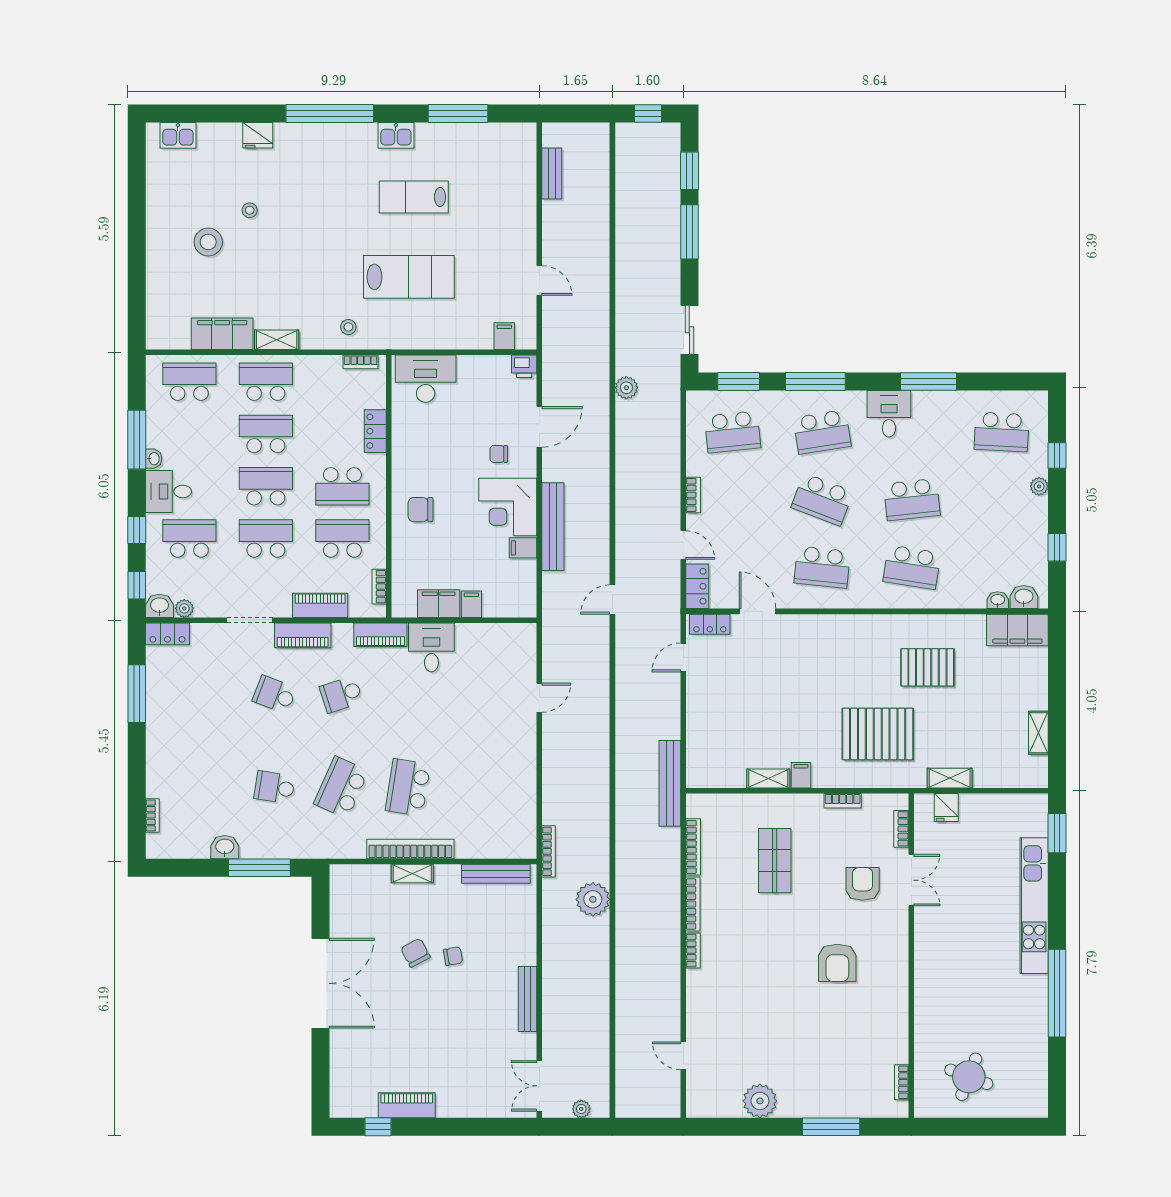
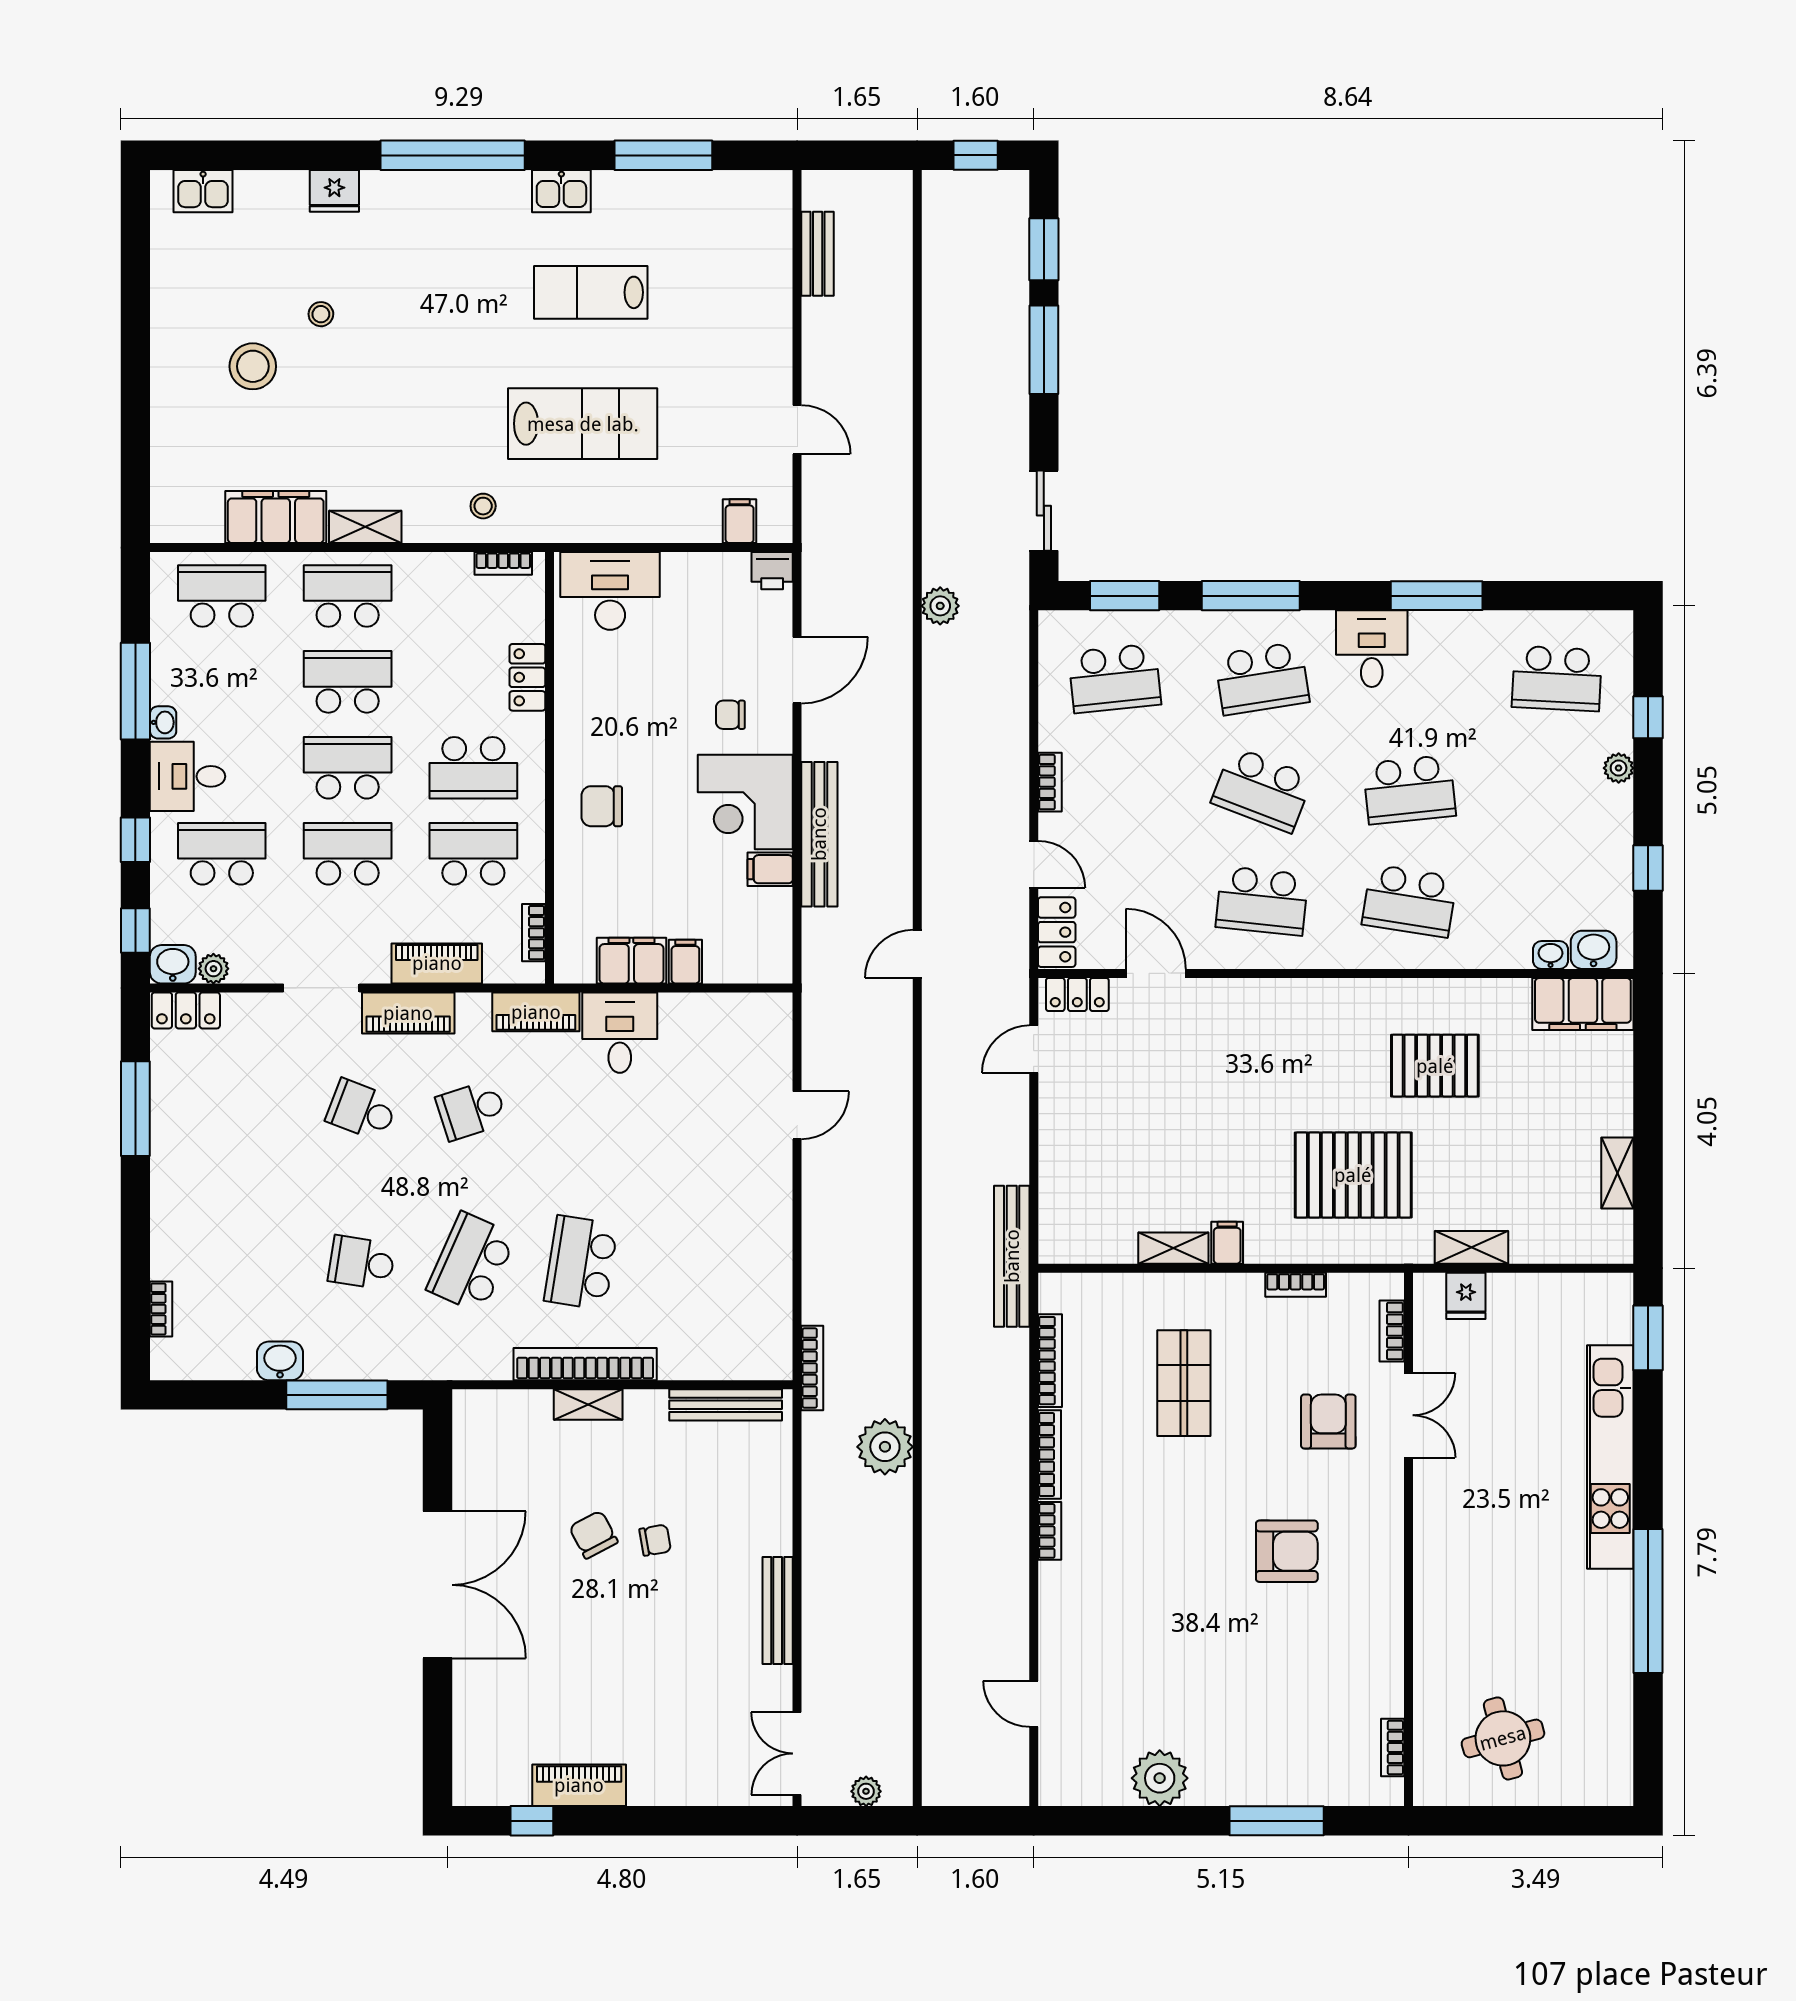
armchair: (837, 963) -> (1287, 1551), turned -90
round table: (969, 1077) -> (1503, 1738), turned -36

